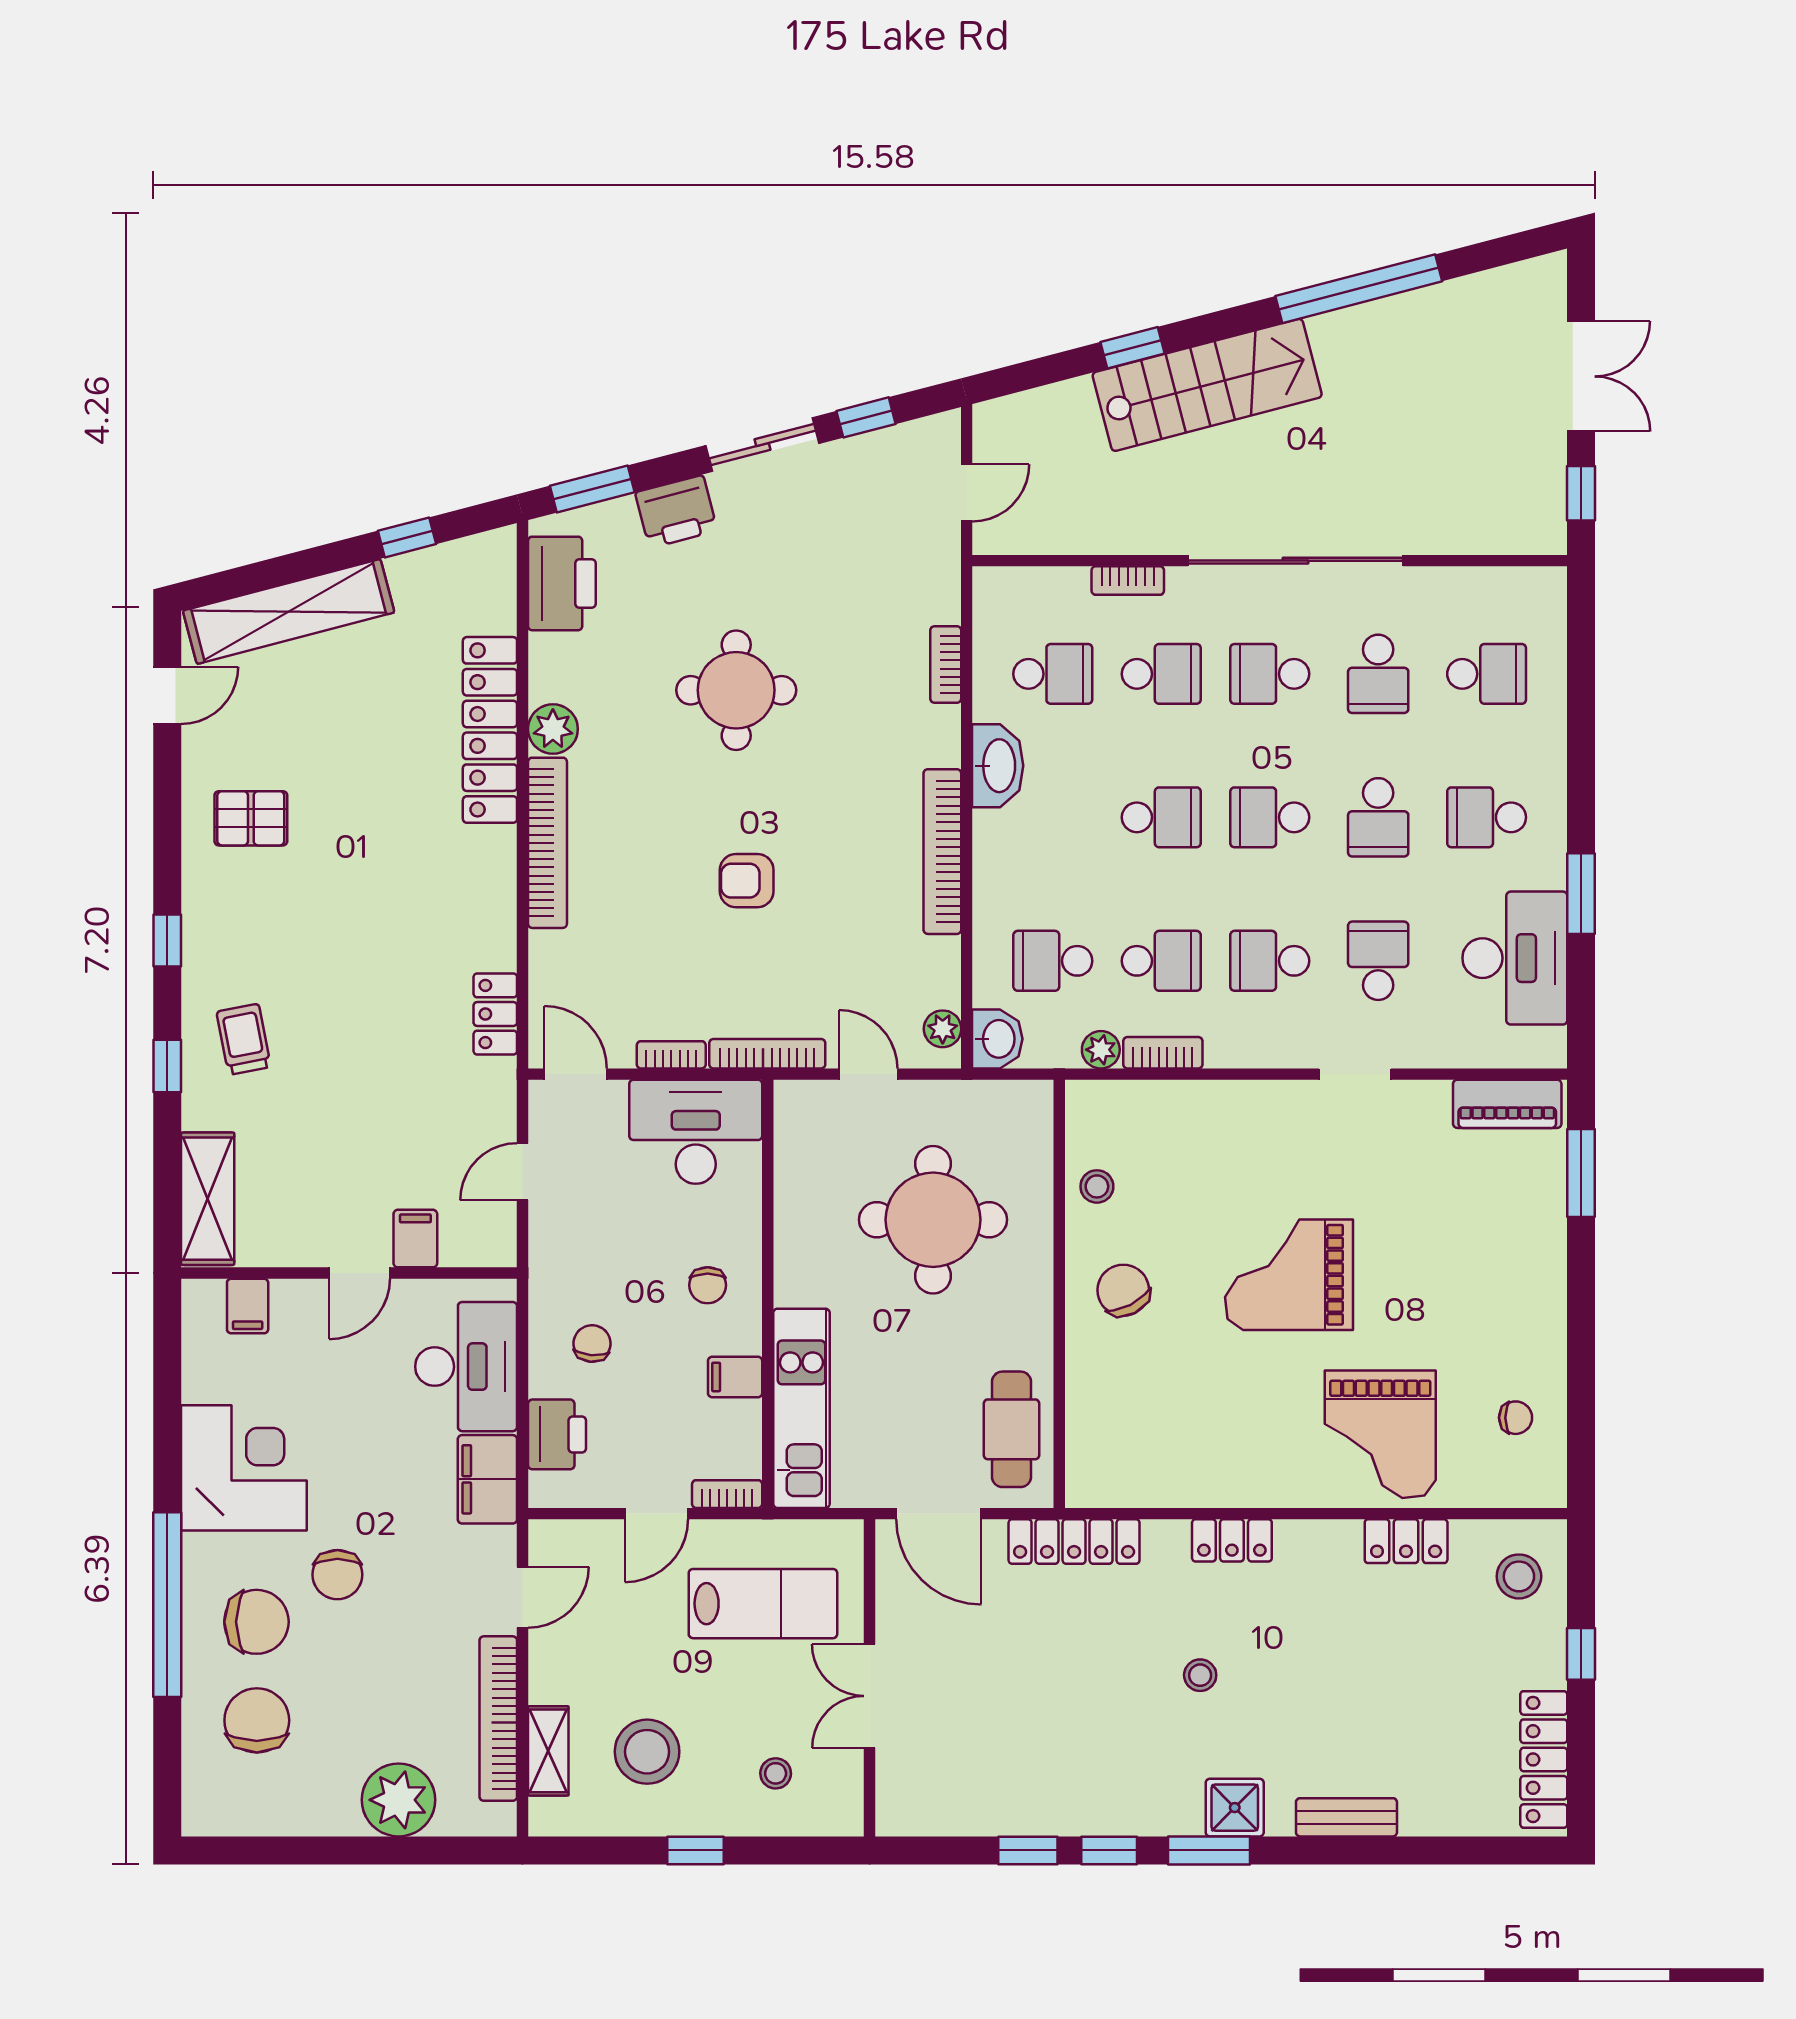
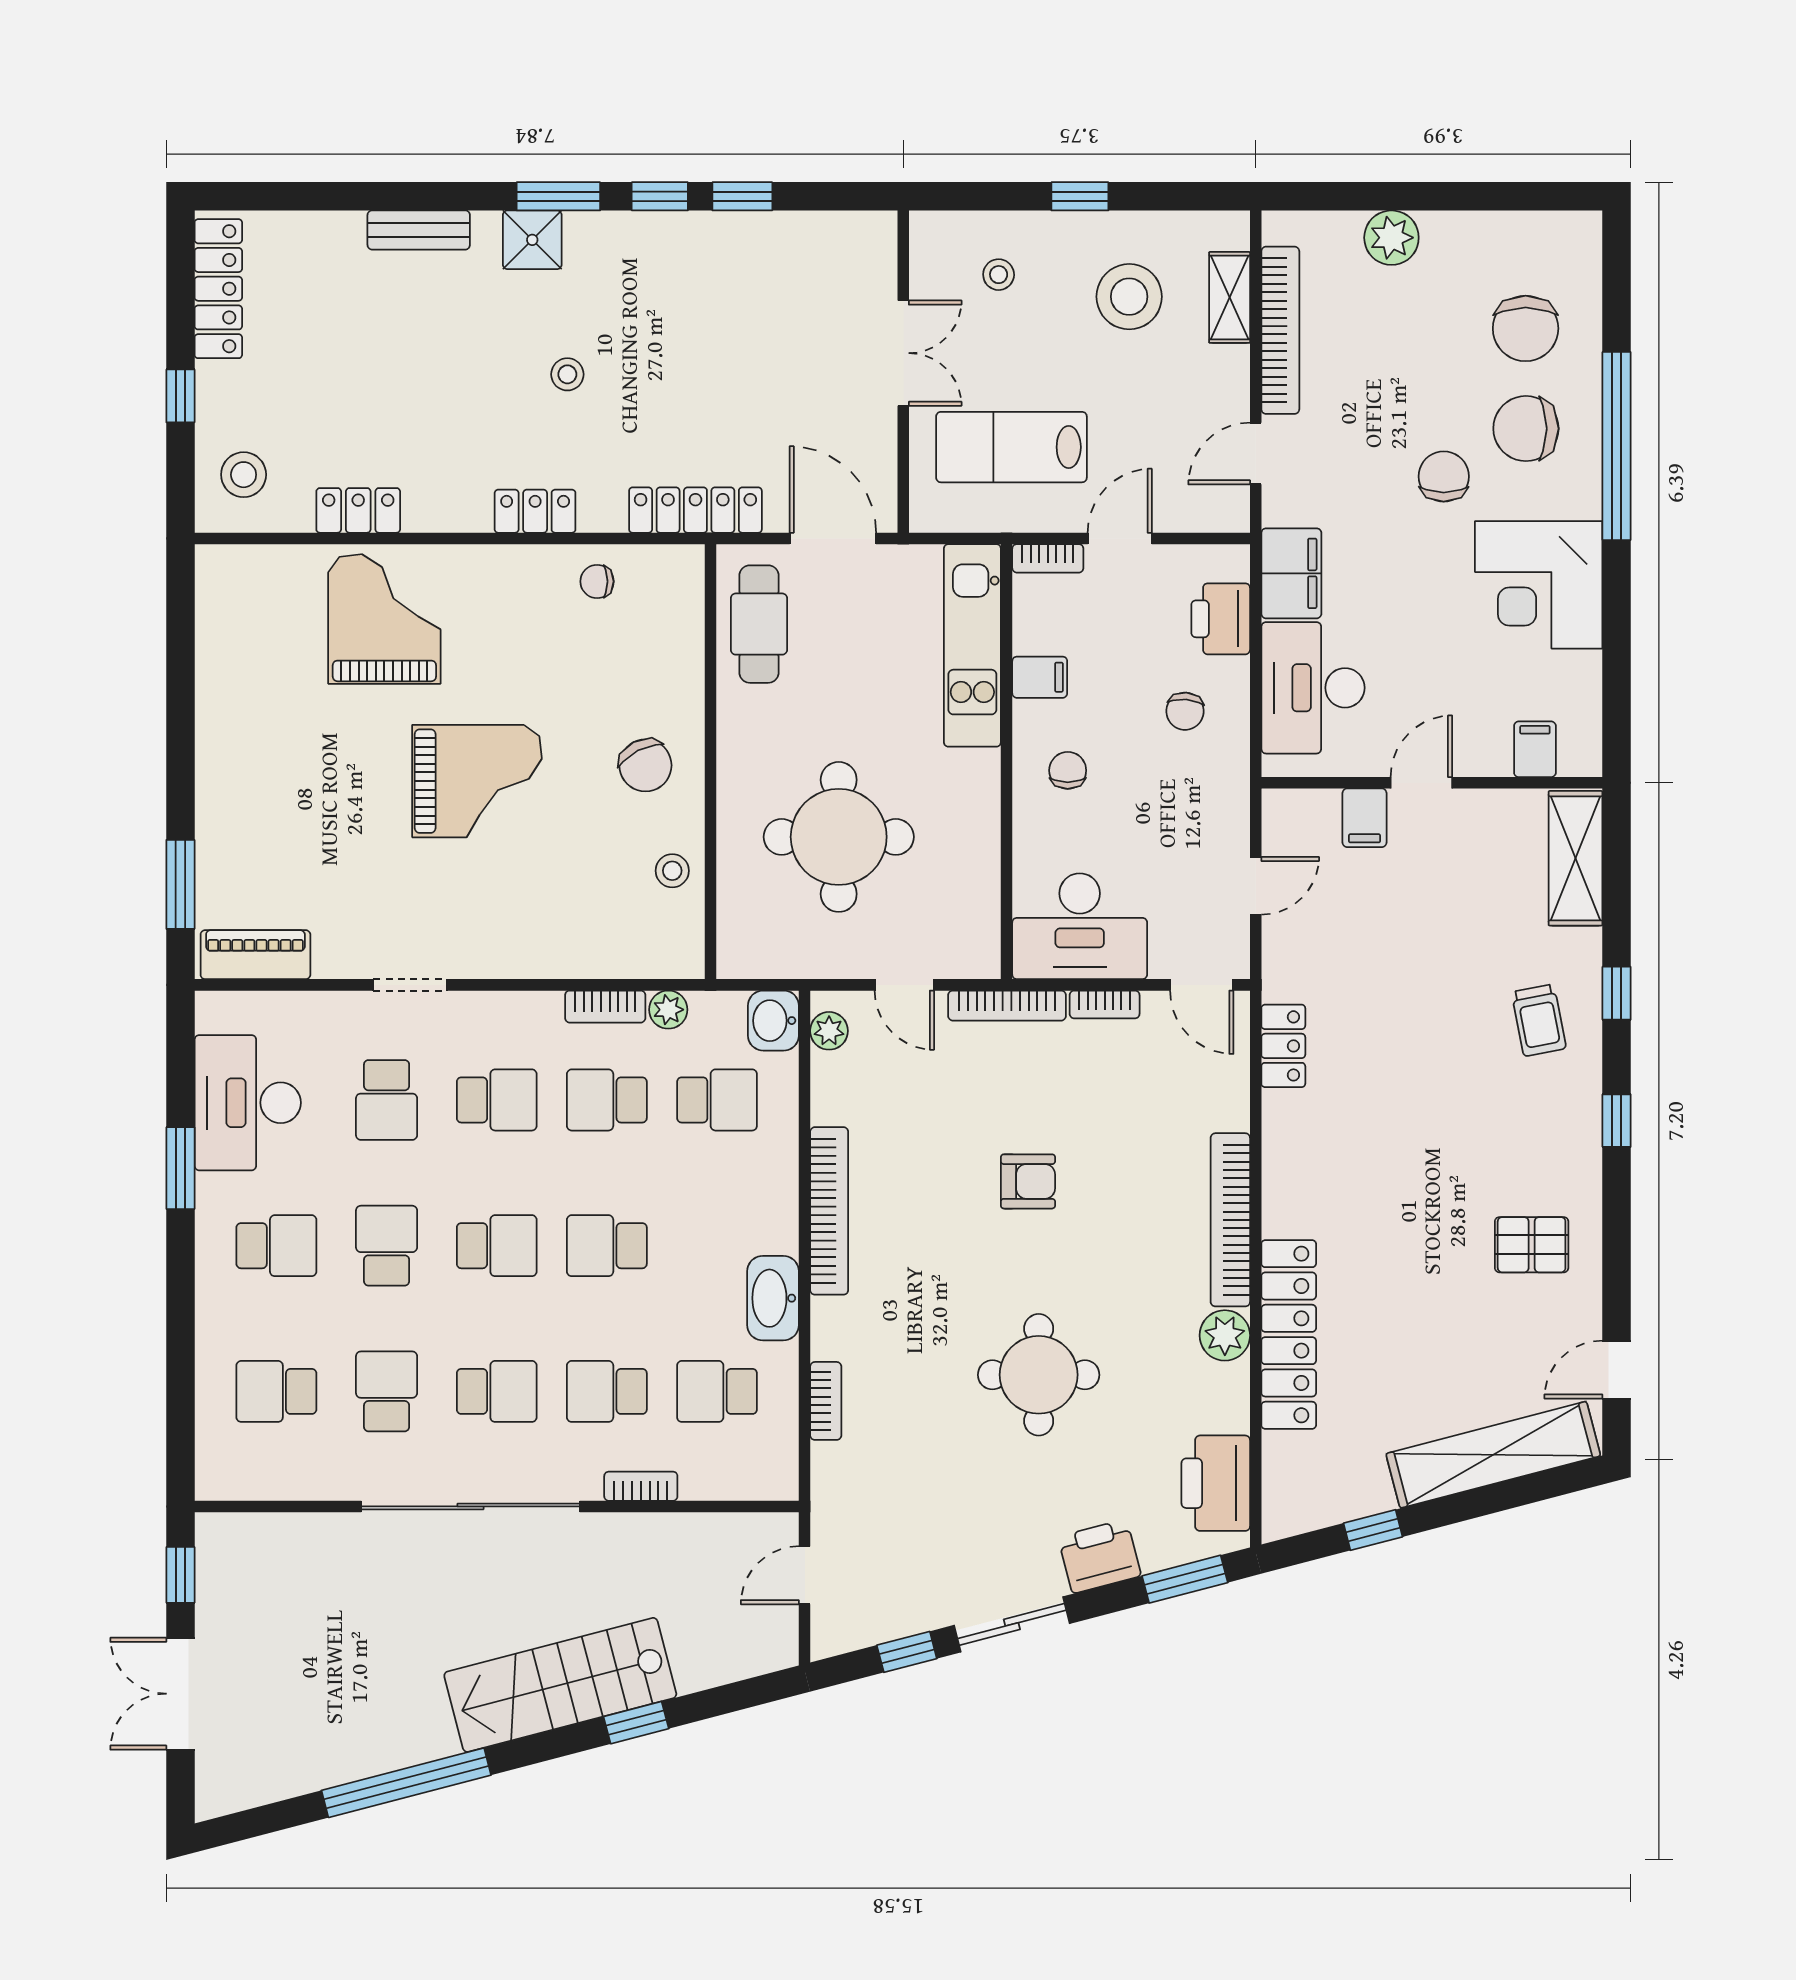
chair: (1516, 1418) -> (597, 581), moved
plant: (399, 1800) -> (1391, 238), width x0.73, depth x0.73

